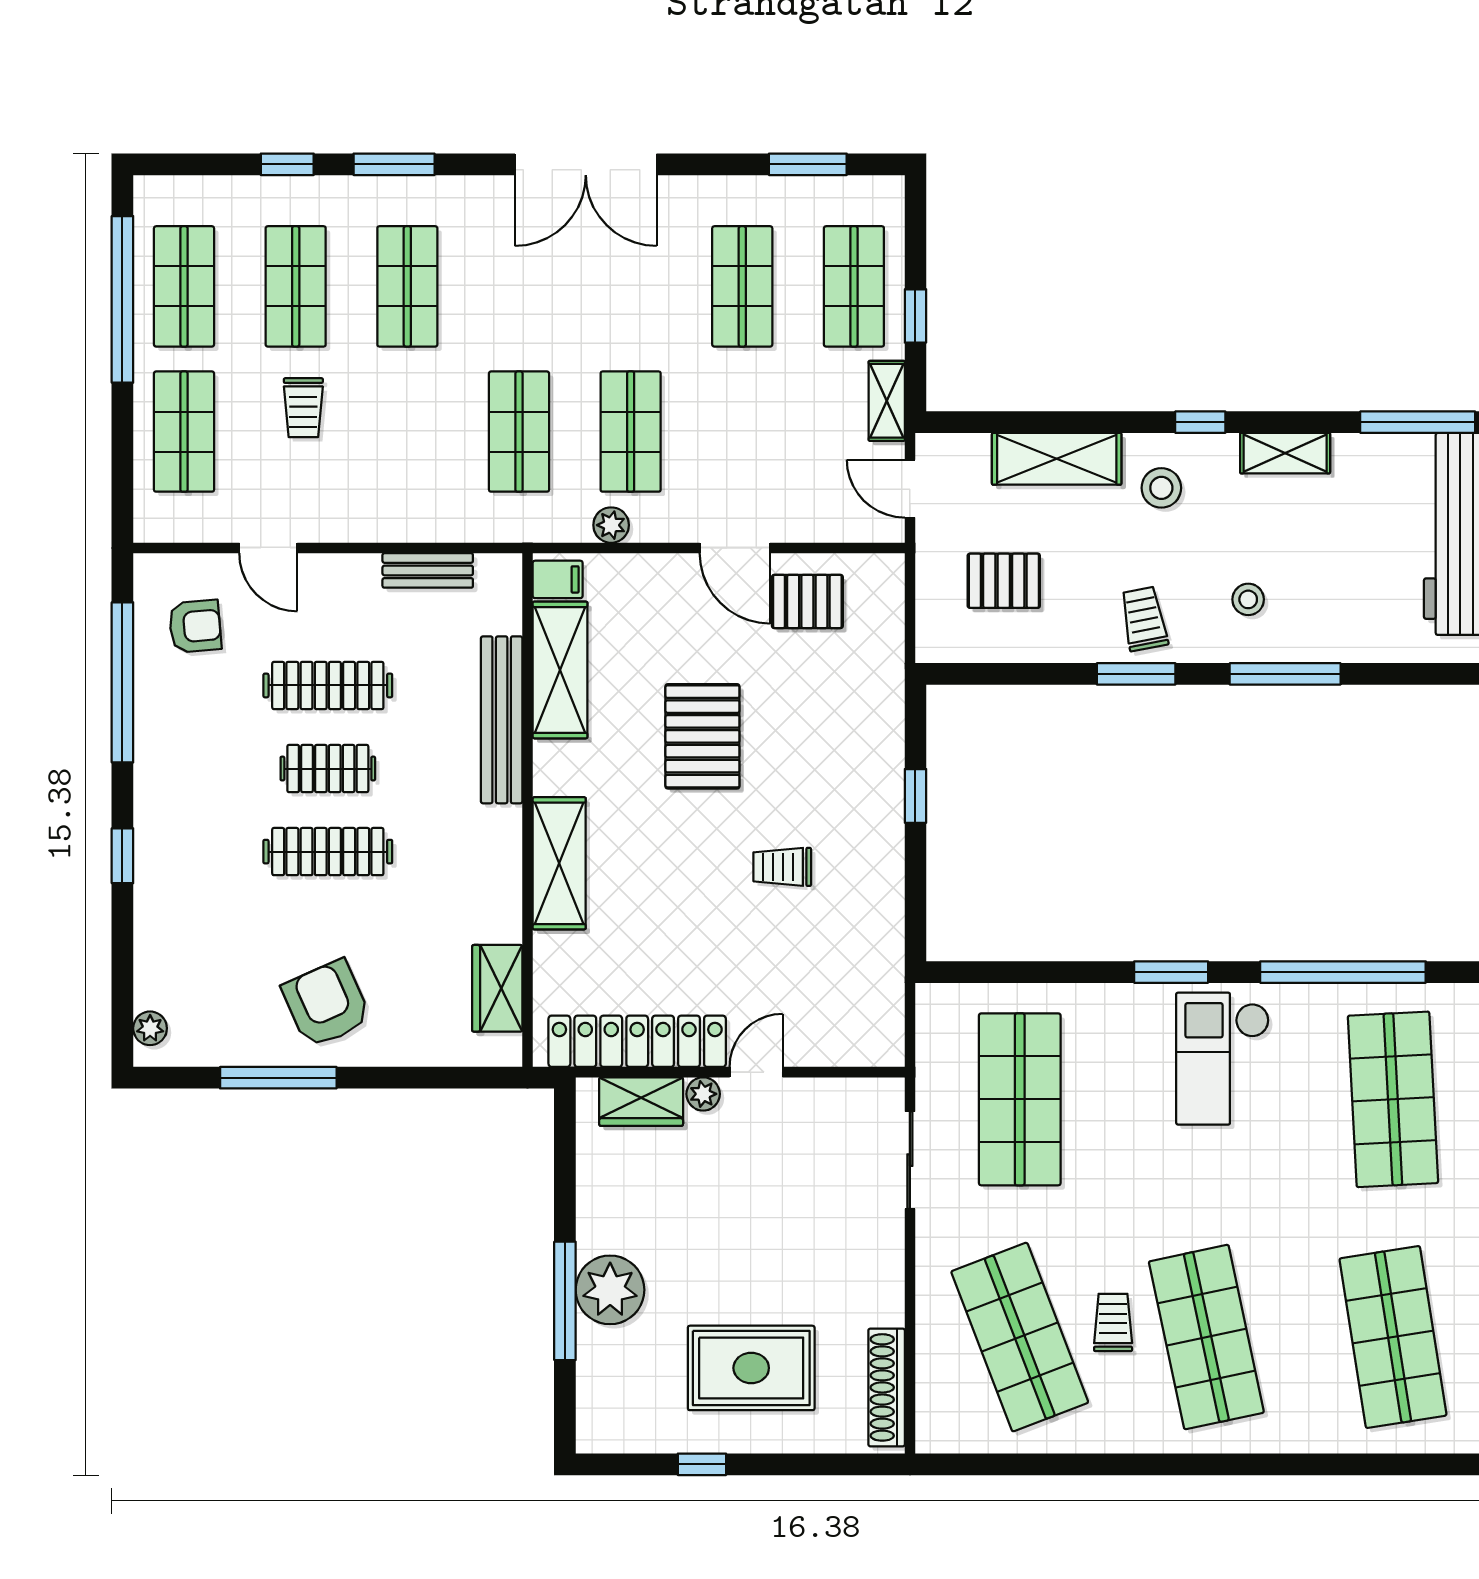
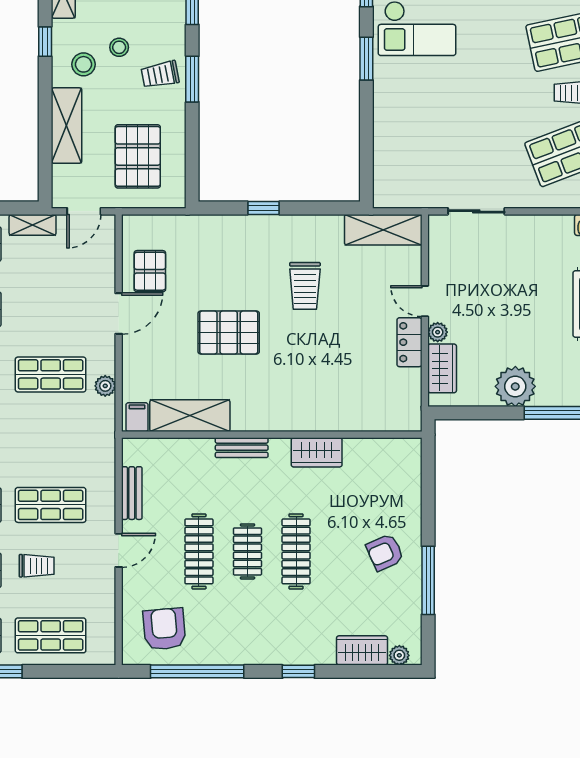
shop shelf: (519, 432) -> (51, 505), moved
door: (268, 548) -> (119, 550), moved
pallet: (1004, 581) -> (138, 156), width x1.50, depth x1.42
stool: (1248, 599) -> (119, 47), moved
armchair: (195, 626) -> (164, 629), width x1.38, depth x1.38
bench: (502, 720) -> (242, 448), width x0.54, depth x0.82
shelving: (559, 863) -> (383, 230), moved
trolley: (782, 867) -> (305, 286), width x1.36, depth x1.39
wardrobe: (158, 965) -> (362, 650), added
wardrobe: (497, 988) -> (317, 452), moved
armchair: (326, 1004) -> (385, 552), width x0.72, depth x0.72
locker: (637, 1041) -> (409, 342), width x0.46, depth x0.83
shop shelf: (1020, 1099) -> (441, 147), removed
plant: (610, 1290) -> (515, 386), moved

